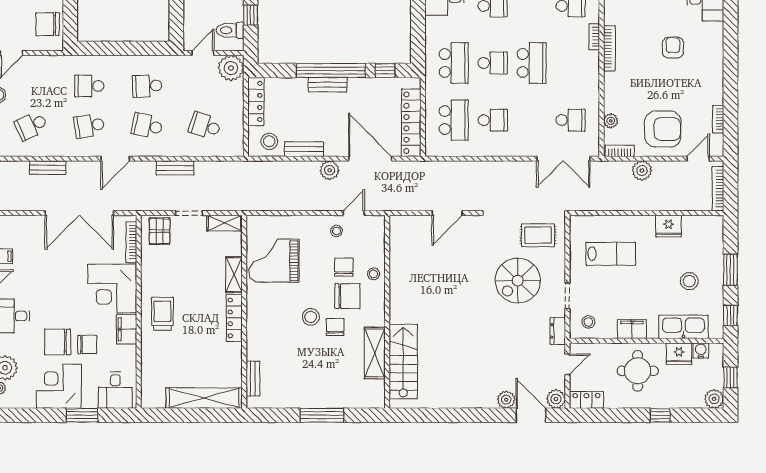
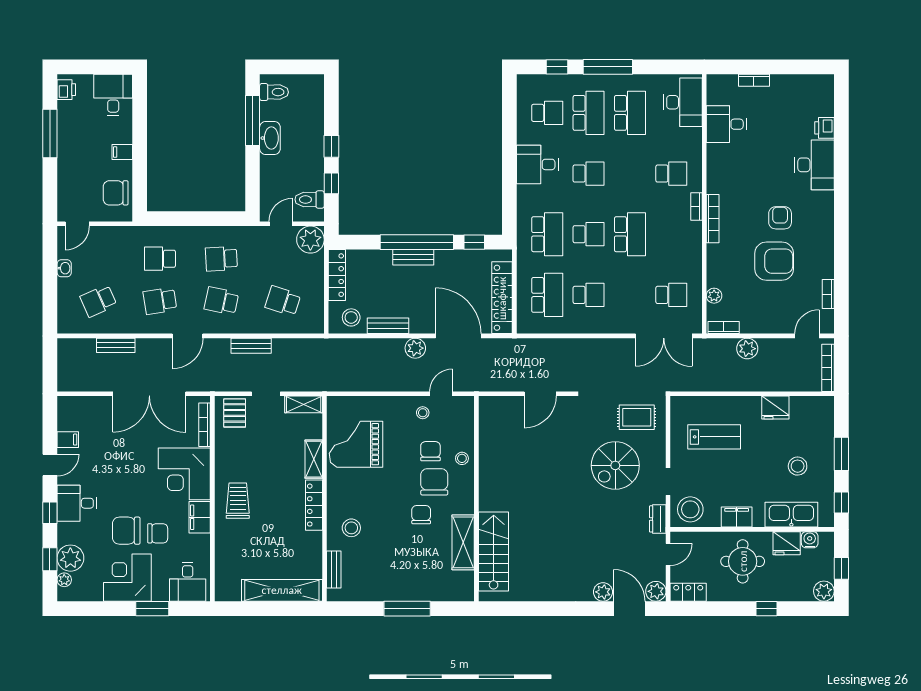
armchair: (663, 129) -> (774, 261), moved
chair: (347, 296) -> (434, 482), turned -90
stool: (311, 317) -> (351, 528), moved
stool: (588, 322) -> (690, 509), width x1.89, depth x1.89

